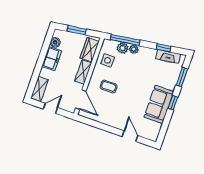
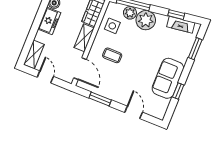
plant: (134, 49) -> (146, 20), width x1.88, depth x1.88
window: (173, 103) -> (178, 91), moved
door: (50, 108) -> (45, 77), hinge flipped
window: (100, 126) -> (100, 99), added

